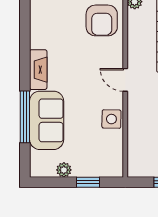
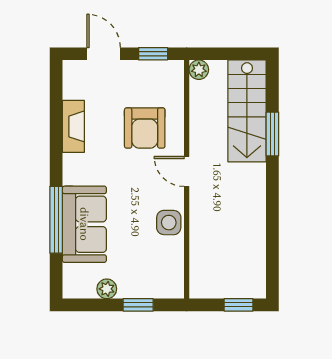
armchair: (102, 20) -> (145, 128), moved
fireplace: (38, 70) -> (73, 126), moved

